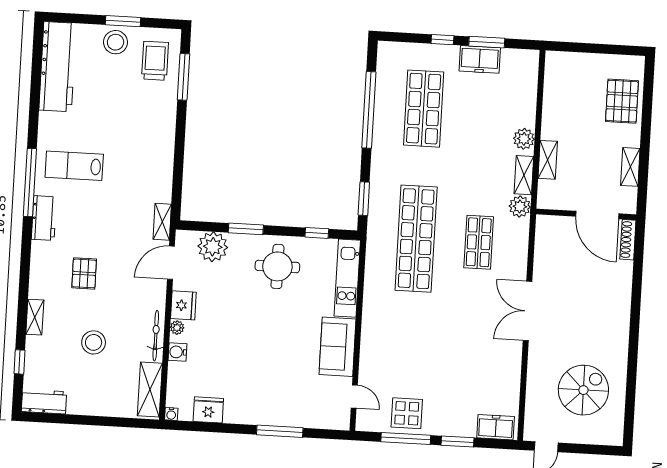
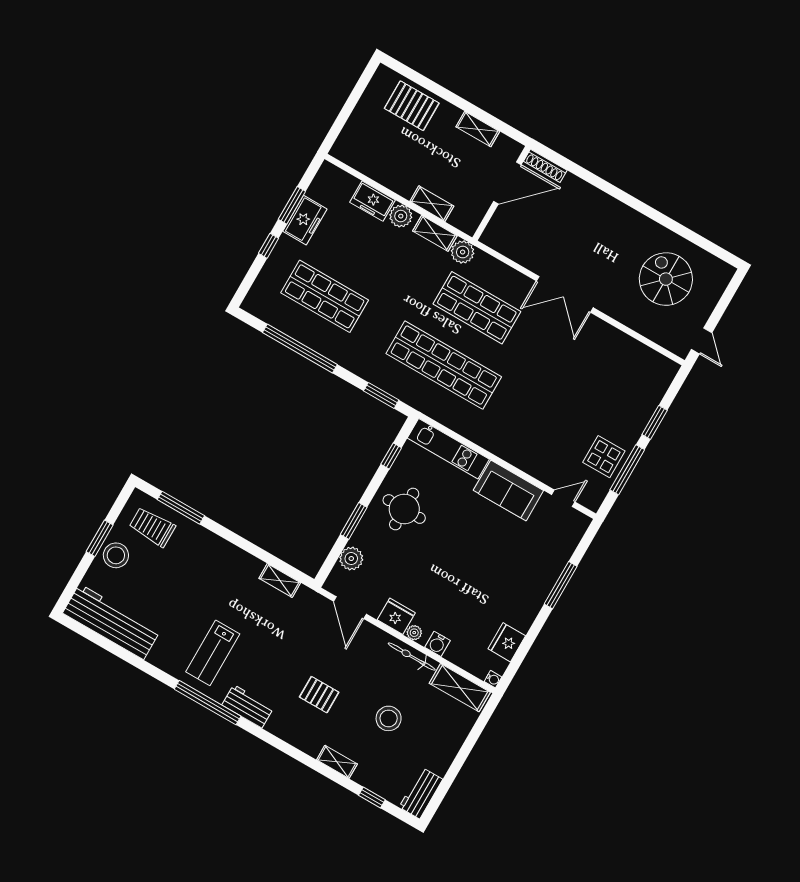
shelving: (162, 222) -> (280, 580), moved
shop shelf: (479, 242) -> (477, 308), width x1.43, depth x1.36
plant: (213, 247) -> (351, 559), width x0.73, depth x0.73
freezer: (496, 427) -> (372, 201), moved, turned -90

